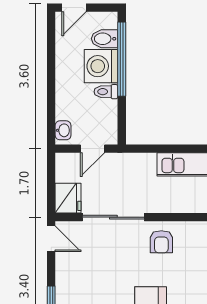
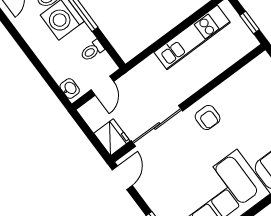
toilet: (106, 92) -> (92, 51), moved
door: (51, 239) -> (122, 178), hinge flipped

